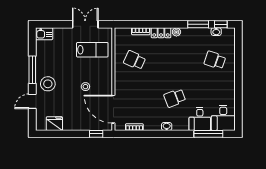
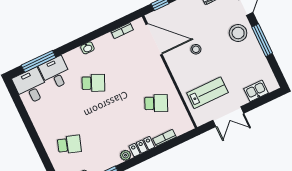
kitchen sink: (44, 34) -> (256, 91), moved
lab bench: (92, 50) -> (207, 93), turned 180
school desk: (175, 98) -> (93, 83), turned 45

